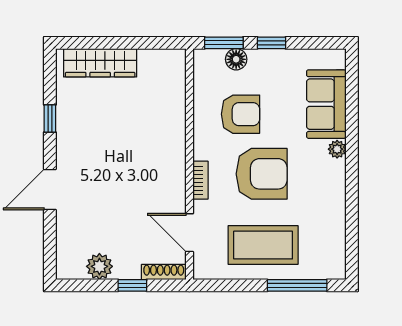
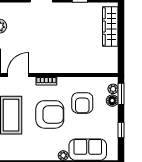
window: (272, 43) -> (121, 130), moved
plant: (215, 58) -> (113, 89), added
armchair: (262, 174) -> (50, 114), turned -90

